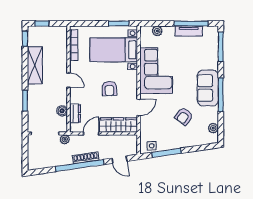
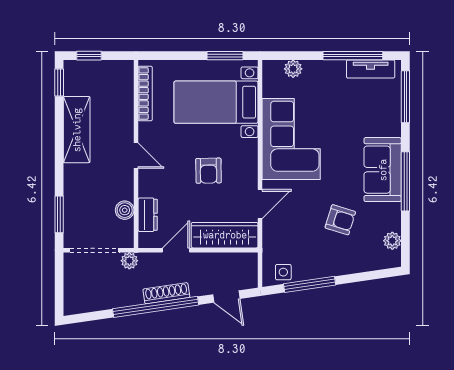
tv unit: (189, 31) -> (371, 69), moved
window: (25, 101) -> (59, 214), moved
armchair: (184, 116) -> (340, 220), turned -109

